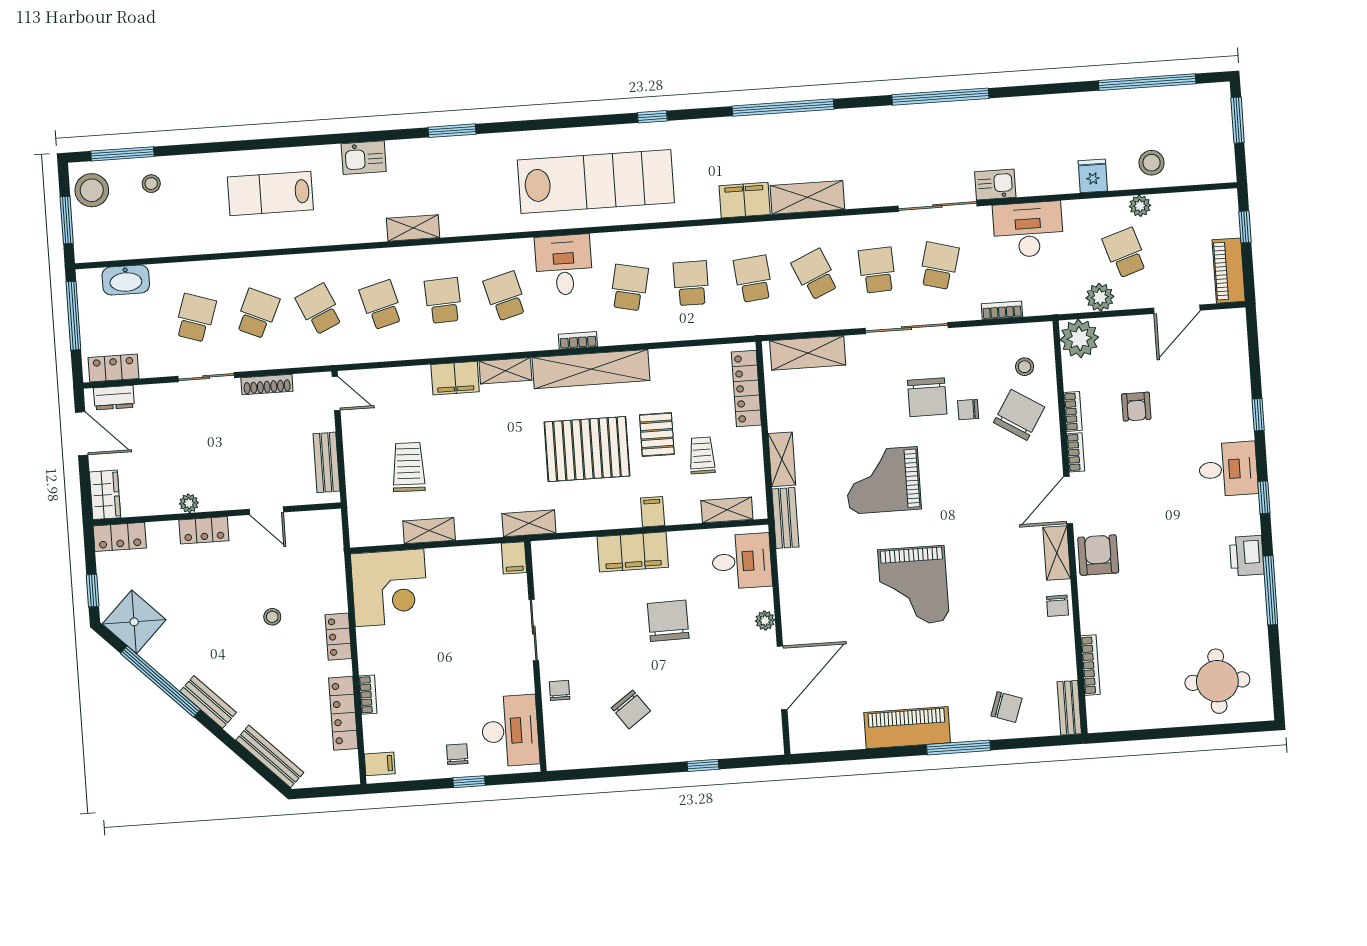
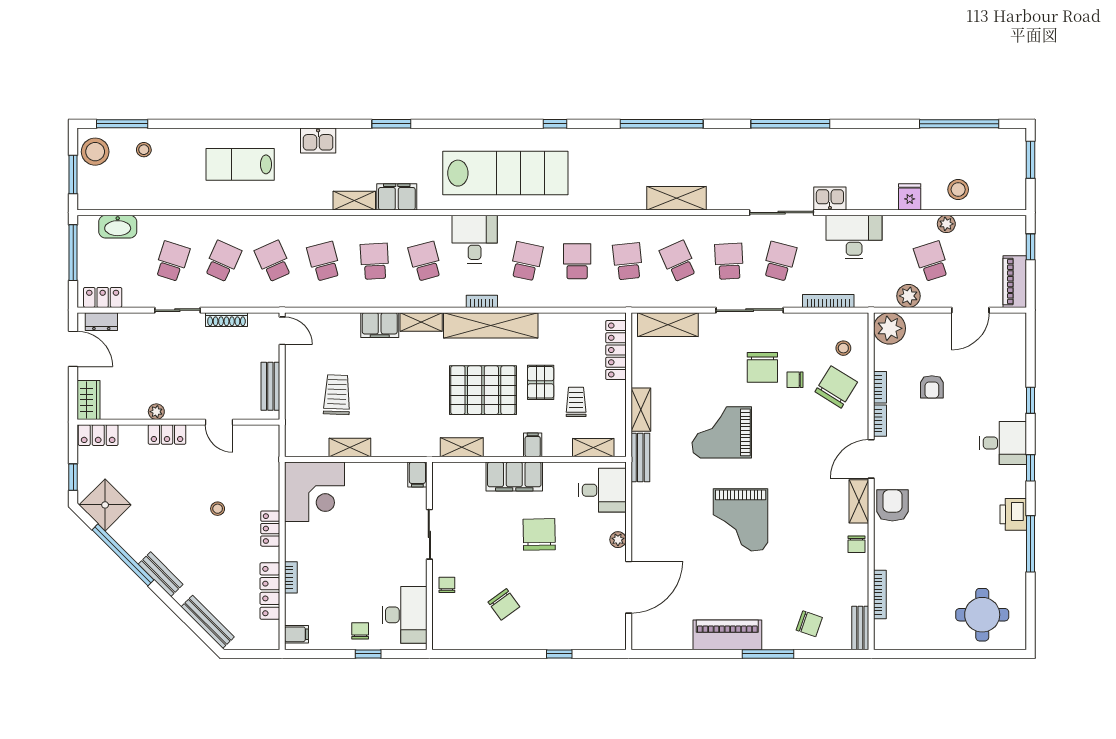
filing cabinet: (745, 200) -> (397, 197), moved
bookcase: (1002, 310) -> (828, 301), width x1.56
shelving: (529, 523) -> (462, 447), moved

